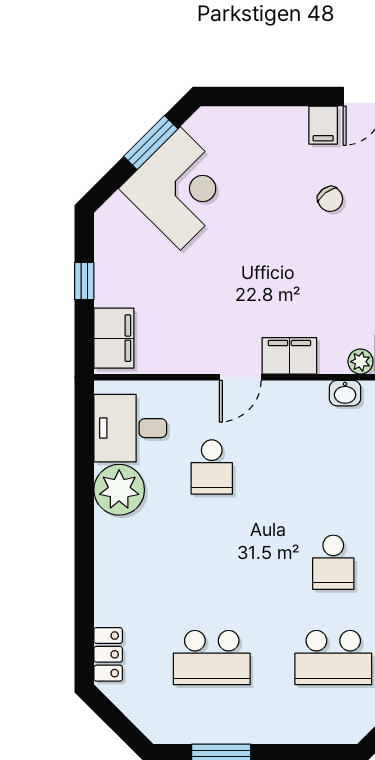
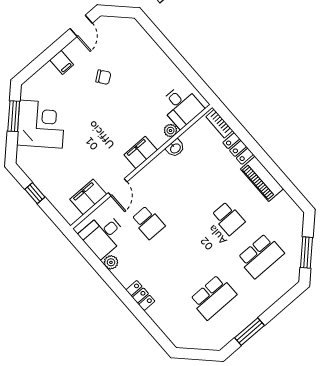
filing cabinet: (323, 125) -> (62, 62), moved
filing cabinet: (114, 338) -> (88, 197), moved, turned -90
door: (240, 377) -> (118, 187), moved
plant: (119, 490) -> (111, 262), width x0.53, depth x0.53
locker: (108, 654) -> (140, 296), moved

